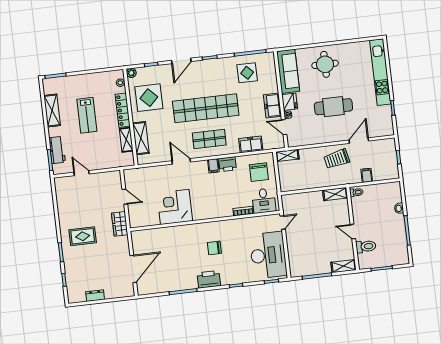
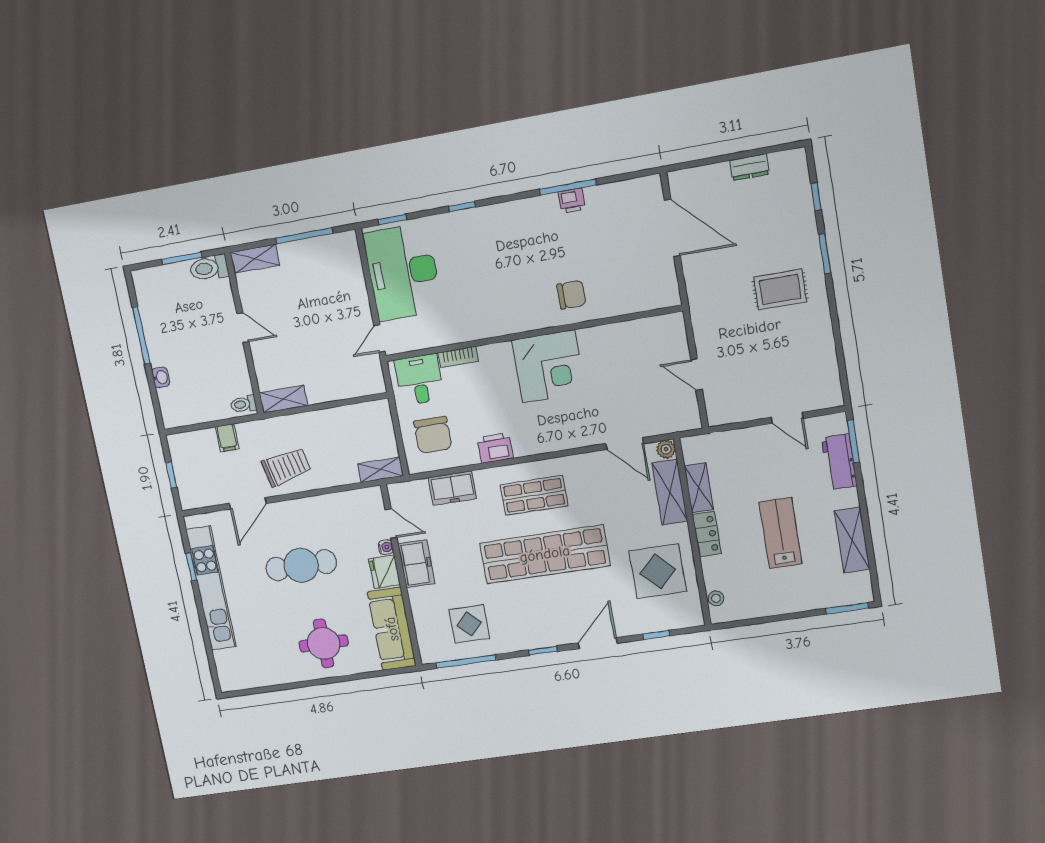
kitchen unit: (380, 72) -> (211, 588), moved
plant: (131, 73) -> (666, 449), moved
locker: (123, 110) -> (707, 534), width x0.66
door: (181, 161) -> (625, 444), moved
filing cabinet: (213, 166) -> (523, 444), removed
chair: (259, 172) -> (433, 435), turned 180
corner desk: (175, 207) -> (549, 366), moved
wardrobe: (120, 224) -> (705, 319), removed
toilet: (366, 246) -> (209, 268), moved
chair: (214, 248) -> (571, 295), moved
door: (133, 269) -> (672, 228), swing flipped
printer: (209, 279) -> (572, 201), moved, width x0.53, depth x0.68

